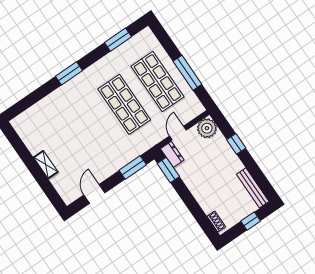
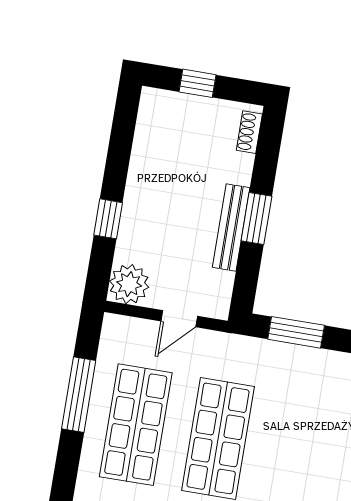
dresser: (172, 154) -> (218, 295), removed
window: (168, 170) -> (256, 219), moved
bench: (253, 188) -> (231, 228), moved

